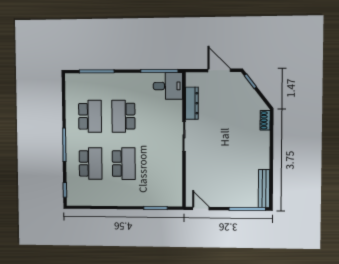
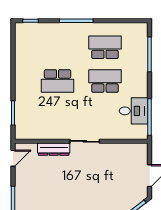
desk: (168, 86) -> (134, 111), moved, turned -90
dresser: (192, 103) -> (54, 149), moved
school desk: (90, 116) -> (105, 47), turned 180
school desk: (91, 163) -> (58, 47), removed

